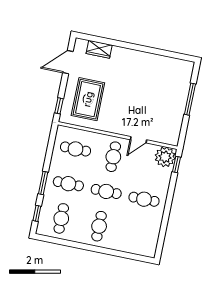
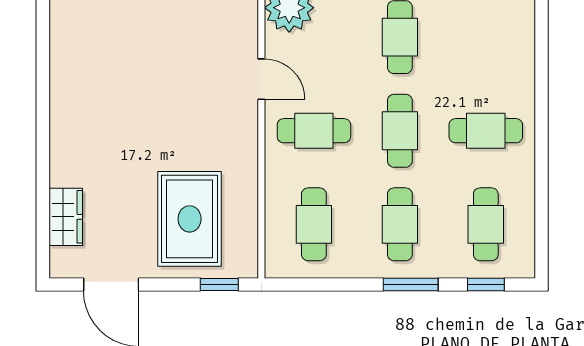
rug: (88, 99) -> (190, 219), turned 90
cafe table: (61, 218) -> (486, 224), turned 90

